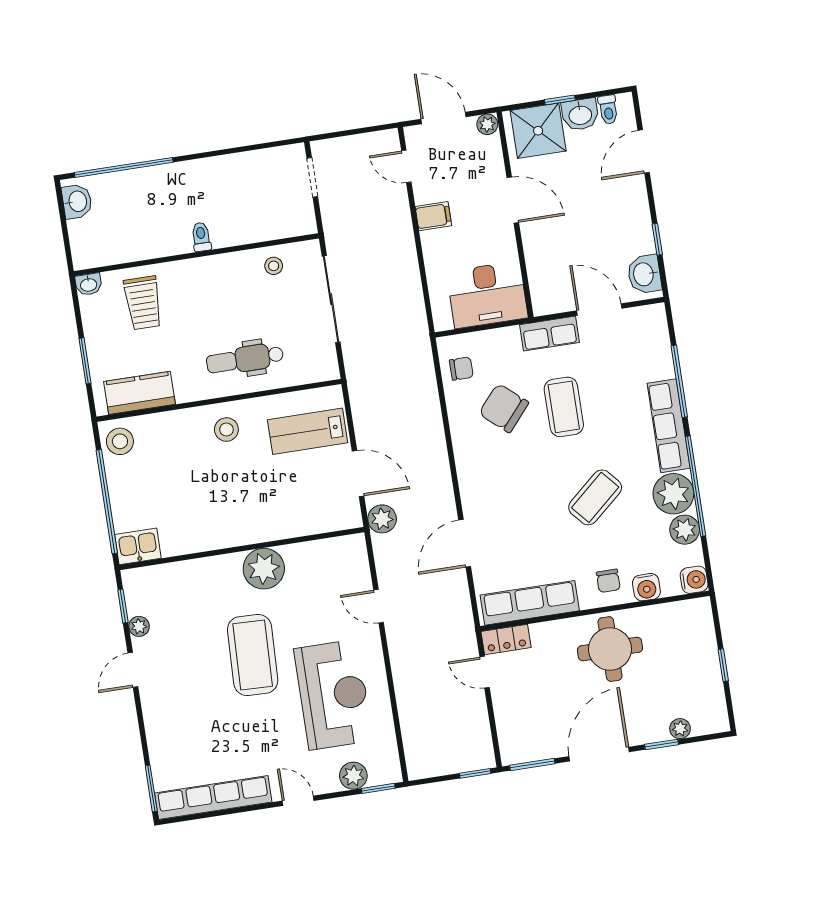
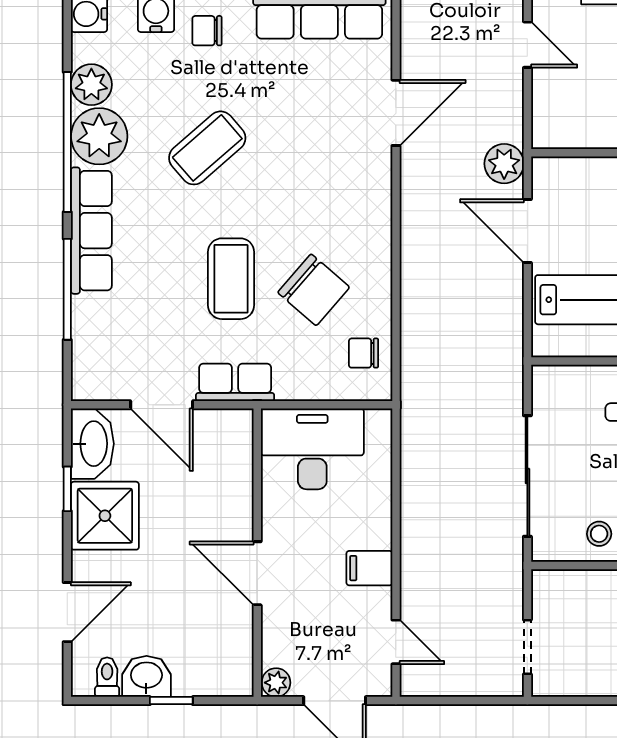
shower: (538, 131) -> (105, 516), moved
washbasin: (644, 274) -> (92, 444), width x1.38
chair: (608, 581) -> (207, 31), turned -90

